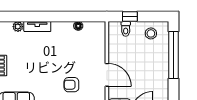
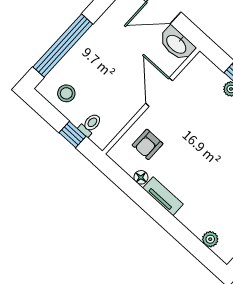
tv unit: (37, 26) -> (163, 196), moved
armchair: (71, 85) -> (148, 144), moved, turned 91

